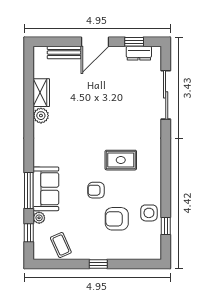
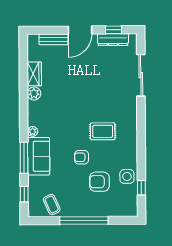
dresser: (139, 53) -> (113, 40), width x1.44
plant: (39, 218) -> (33, 131), moved
window: (98, 264) -> (84, 221), width x3.17

